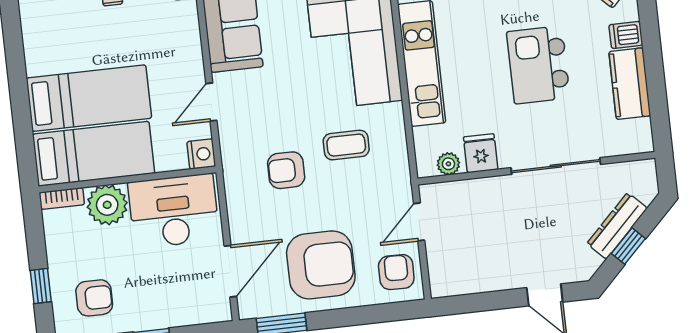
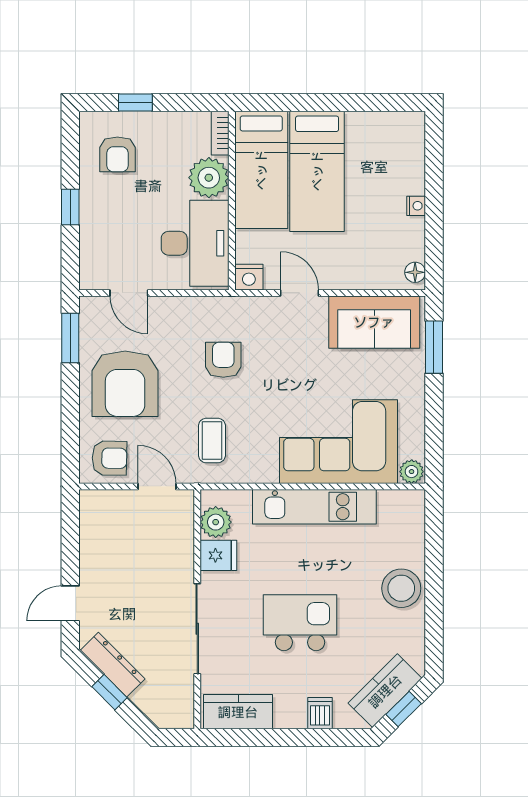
kitchen counter: (630, 84) -> (238, 712), moved
coffee table: (346, 145) -> (212, 441), moved
plant: (448, 164) -> (216, 522), width x1.38, depth x1.38
dresser: (617, 226) -> (113, 665), moved
door: (230, 271) -> (129, 293), width x0.73

